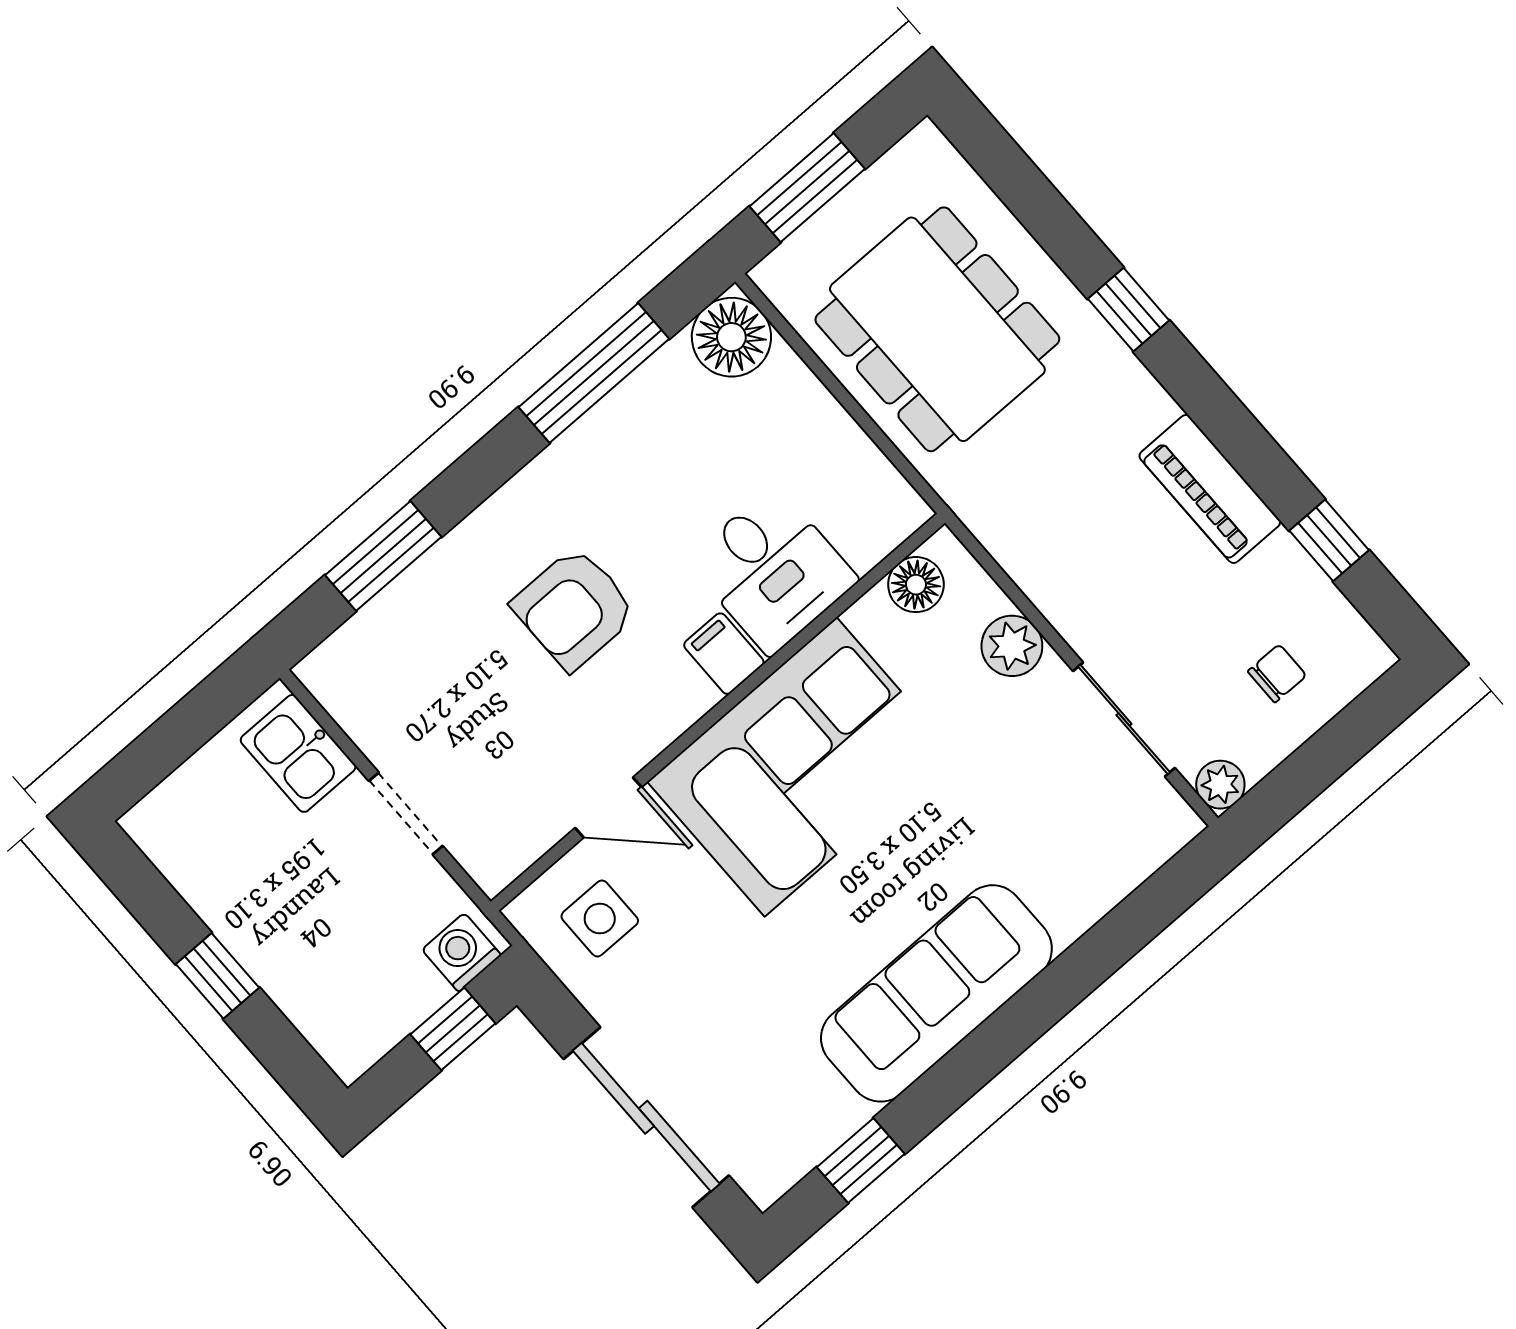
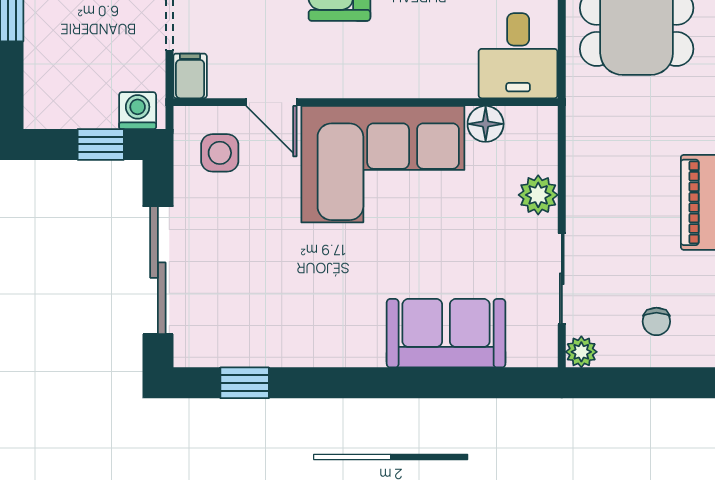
desk: (772, 570) -> (518, 56), moved
floor lamp: (916, 585) -> (486, 124), moved
filing cabinet: (724, 654) -> (190, 76), moved
chair: (1277, 673) -> (656, 321), turned 90
sofa: (936, 993) -> (446, 333), moved, width x0.73

